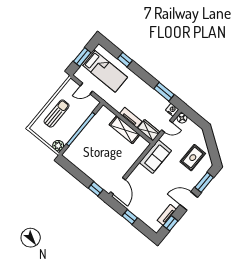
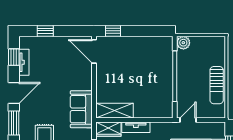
door: (86, 88) -> (188, 120), moved
sun lounger: (57, 114) -> (217, 85), moved
shelving: (125, 130) -> (115, 111), moved
window: (130, 217) -> (45, 31), moved

